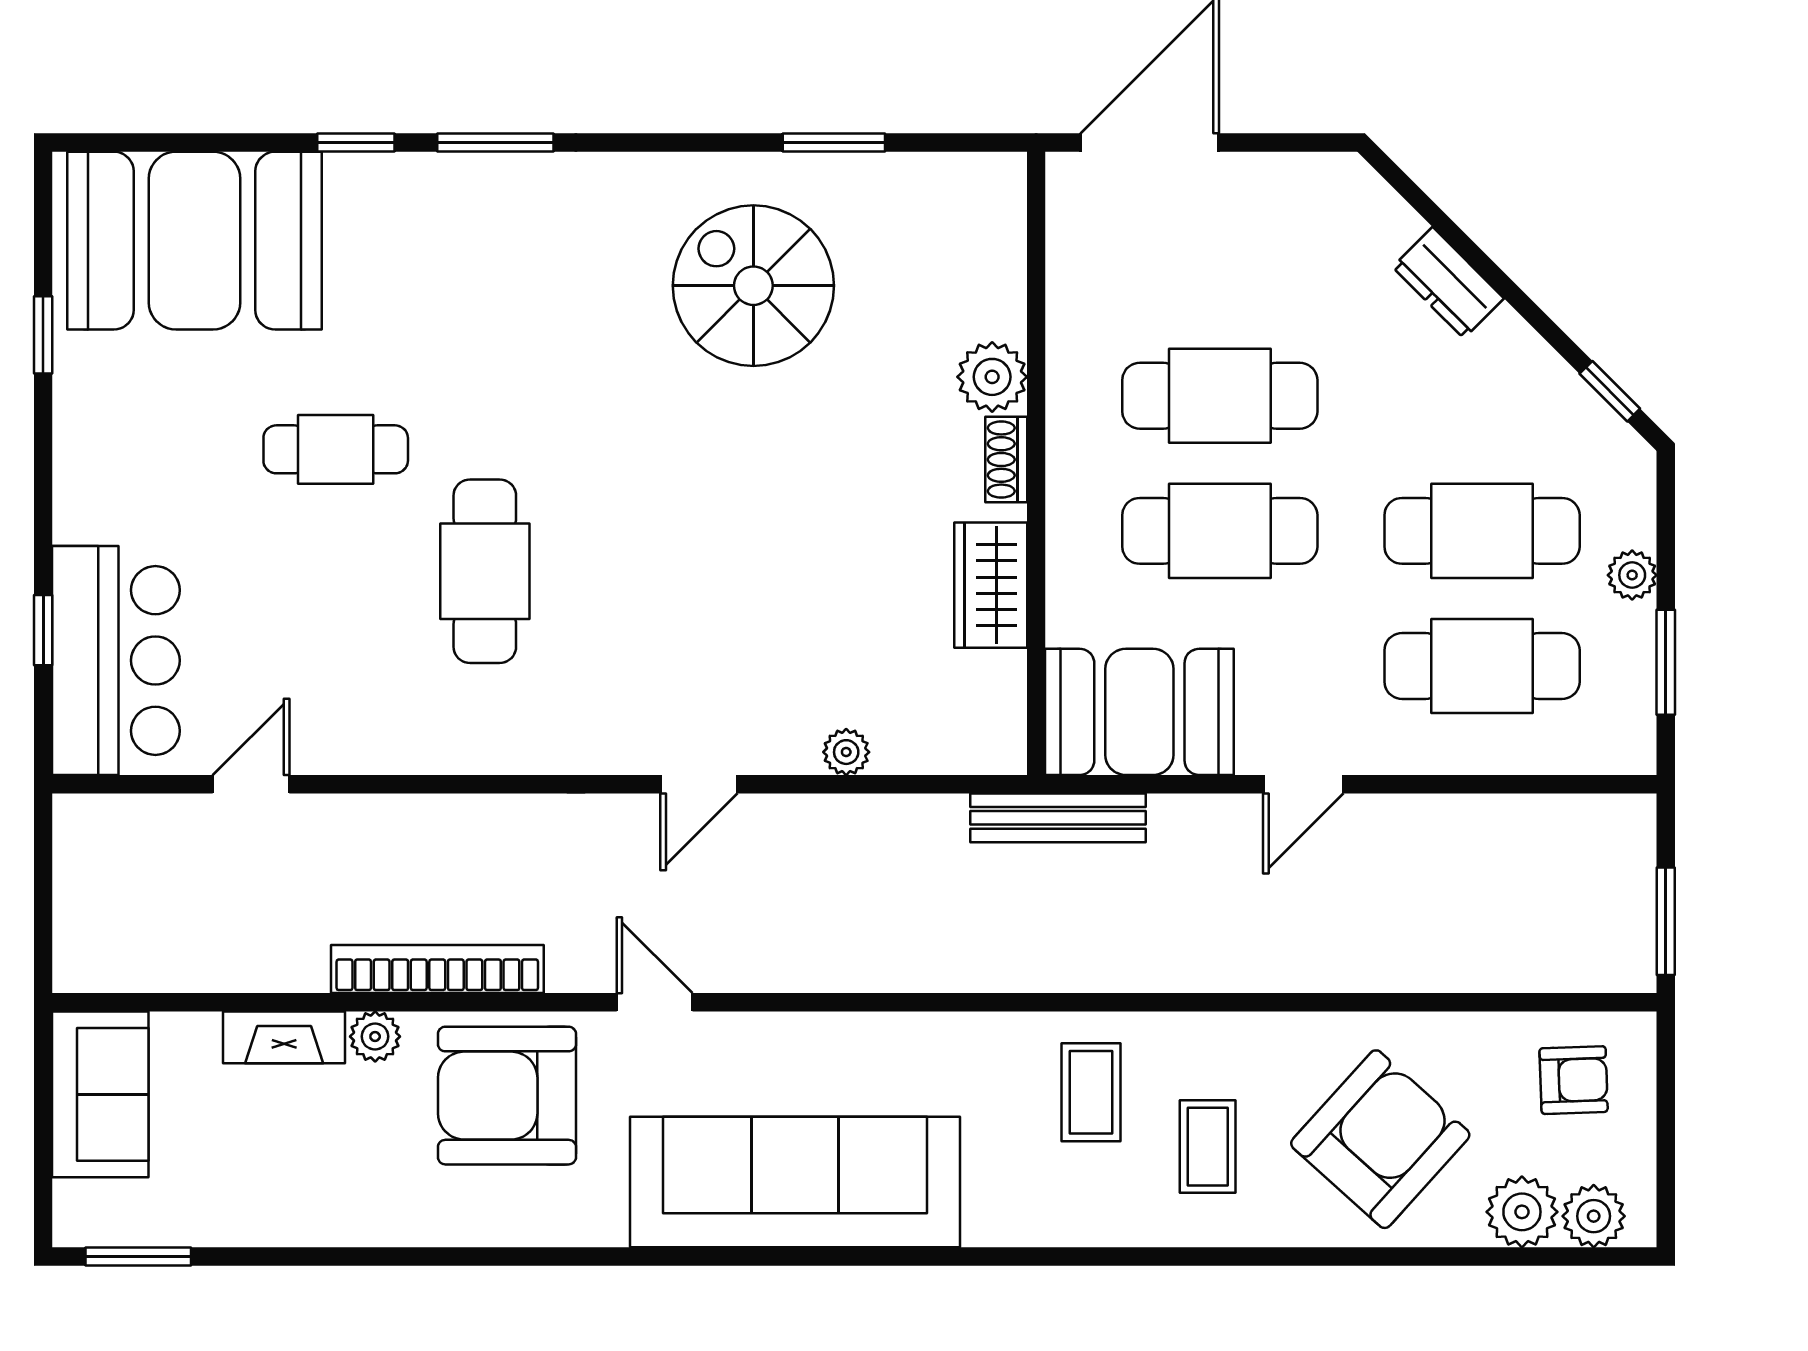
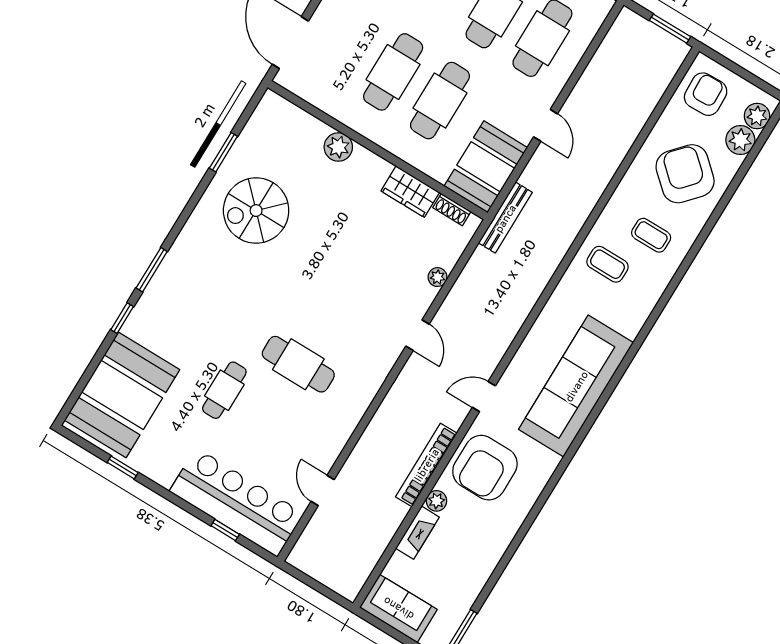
shoe rack: (1006, 460) -> (452, 210), moved
bar counter: (116, 660) -> (237, 502), width x1.36
armchair: (1574, 1080) -> (706, 94), width x1.38, depth x1.38

